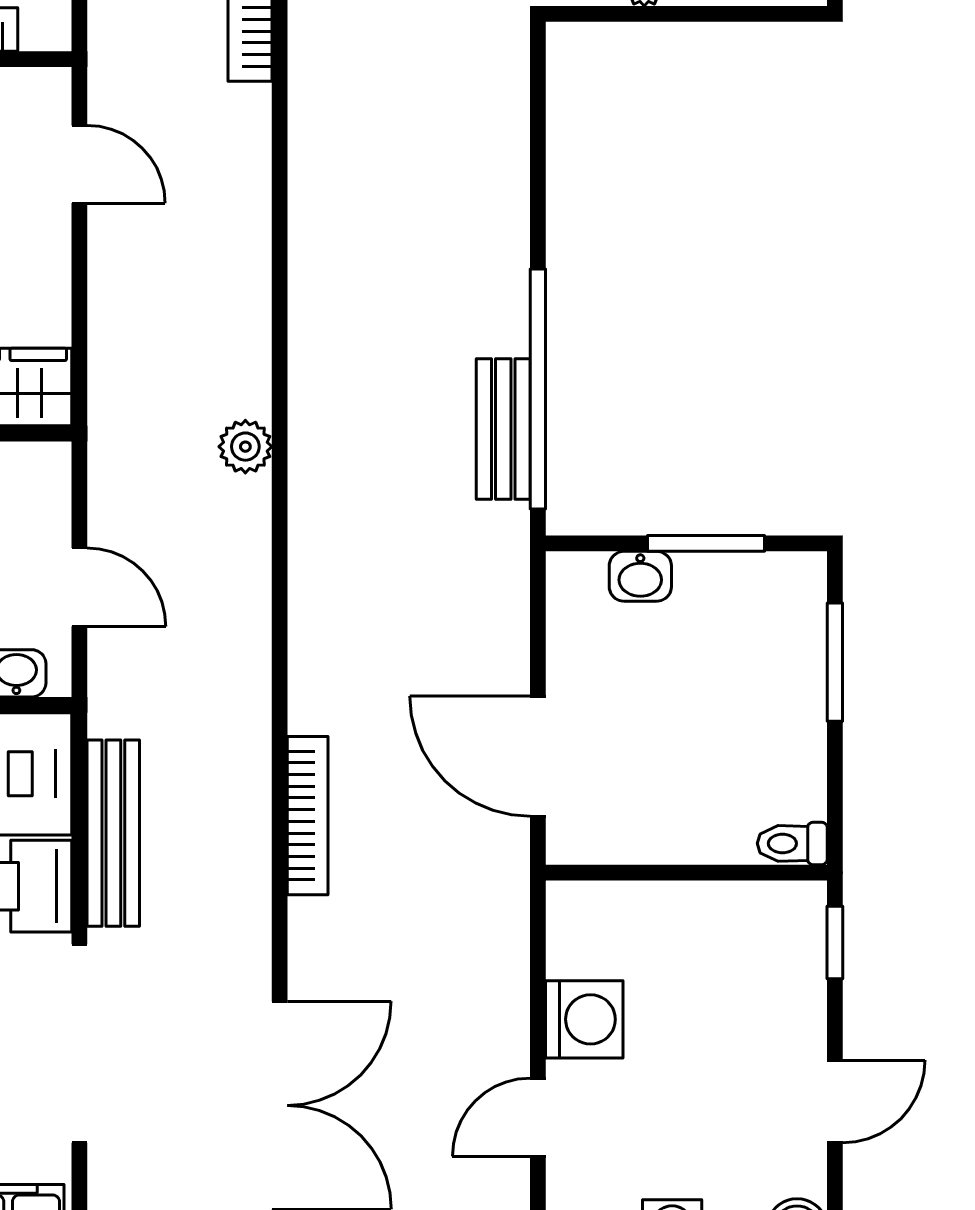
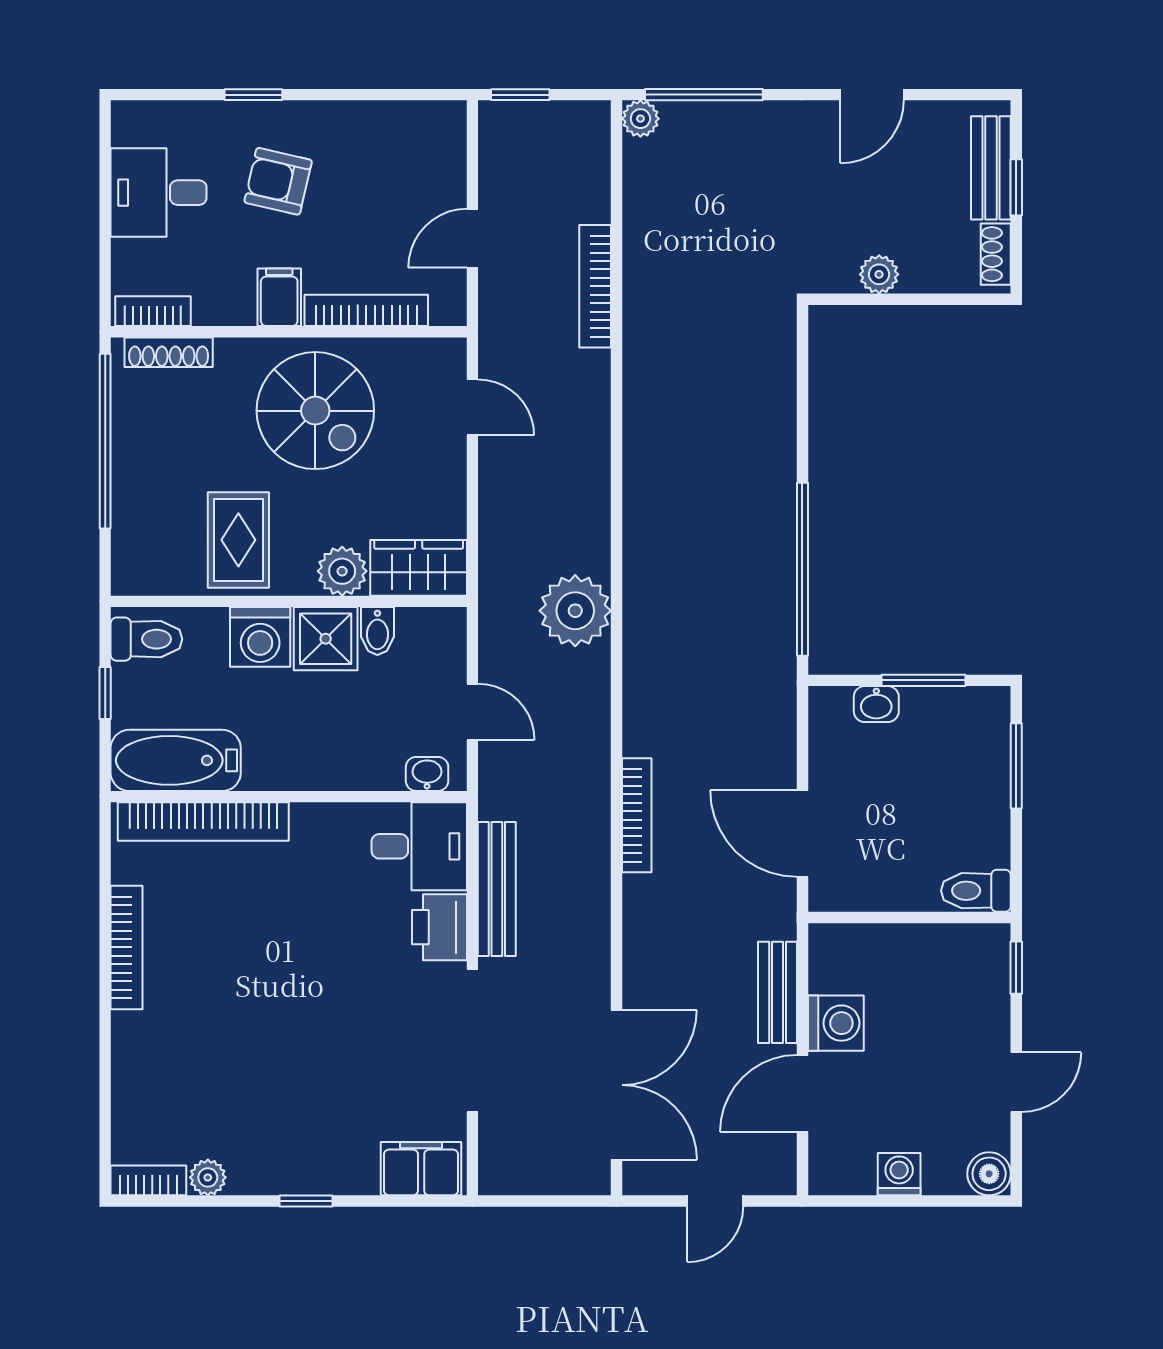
bench: (503, 429) -> (778, 992), moved
plant: (245, 447) -> (575, 611), width x1.87, depth x1.87
bookcase: (308, 816) -> (637, 815), moved
toilet: (792, 843) -> (976, 891), width x1.37, depth x1.39
door: (538, 1117) -> (802, 1093), width x1.38

